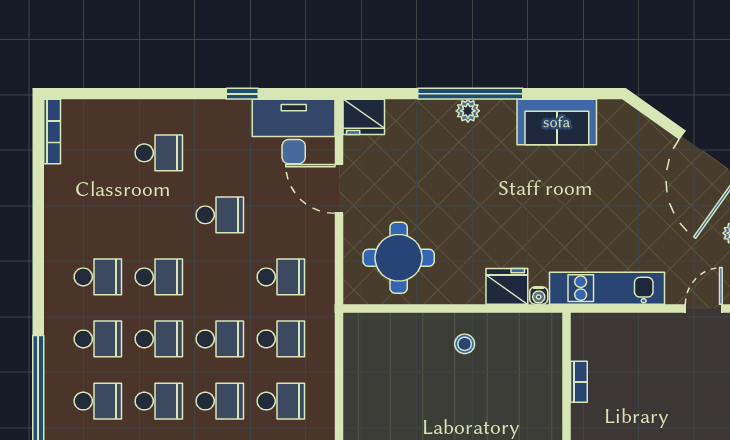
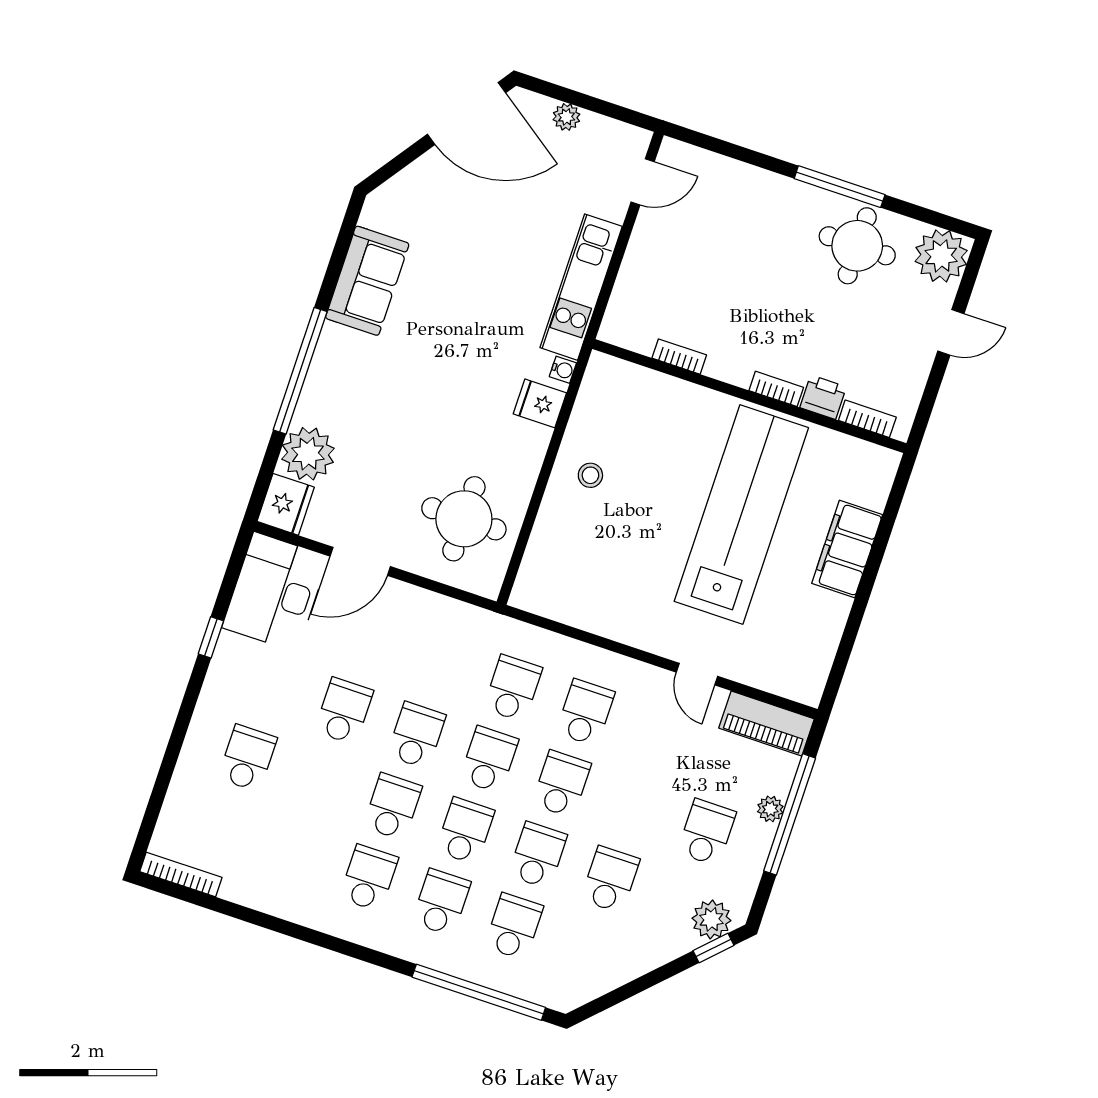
plant: (468, 111) -> (308, 454), moved, width x1.88, depth x1.88
school desk: (281, 277) -> (416, 735), moved
fridge: (507, 286) -> (540, 403), width x0.72
door: (704, 308) -> (643, 182), swing flipped

